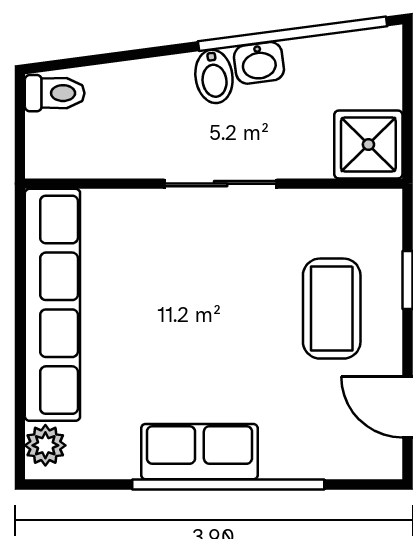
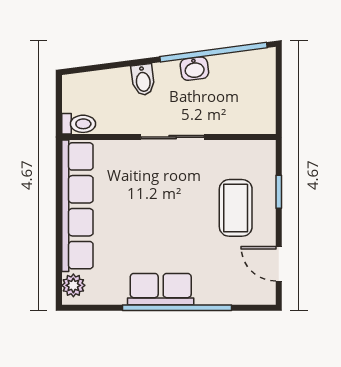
bidet: (214, 76) -> (143, 80), moved
toilet: (55, 93) -> (79, 124), moved
shower: (368, 144) -> (256, 115), removed

